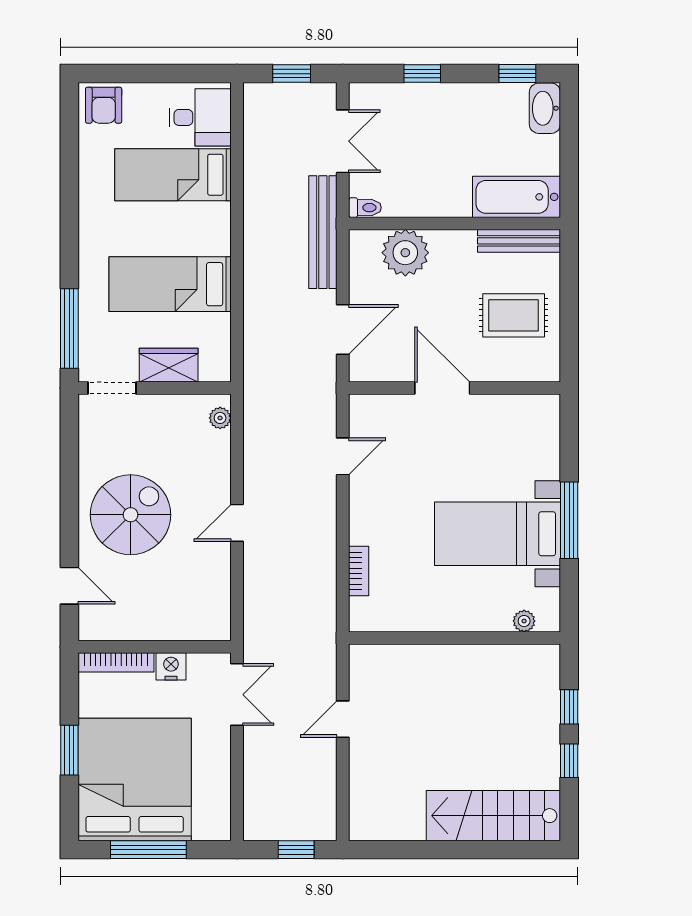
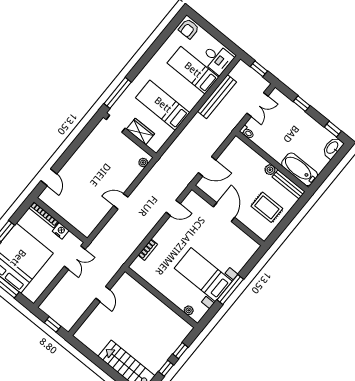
bench: (323, 232) -> (217, 97), moved
plant: (405, 253) -> (270, 170), moved, width x0.53, depth x0.53
spiral stairs: (131, 515) -> (88, 170), removed
door: (343, 719) -> (103, 294), swing flipped

